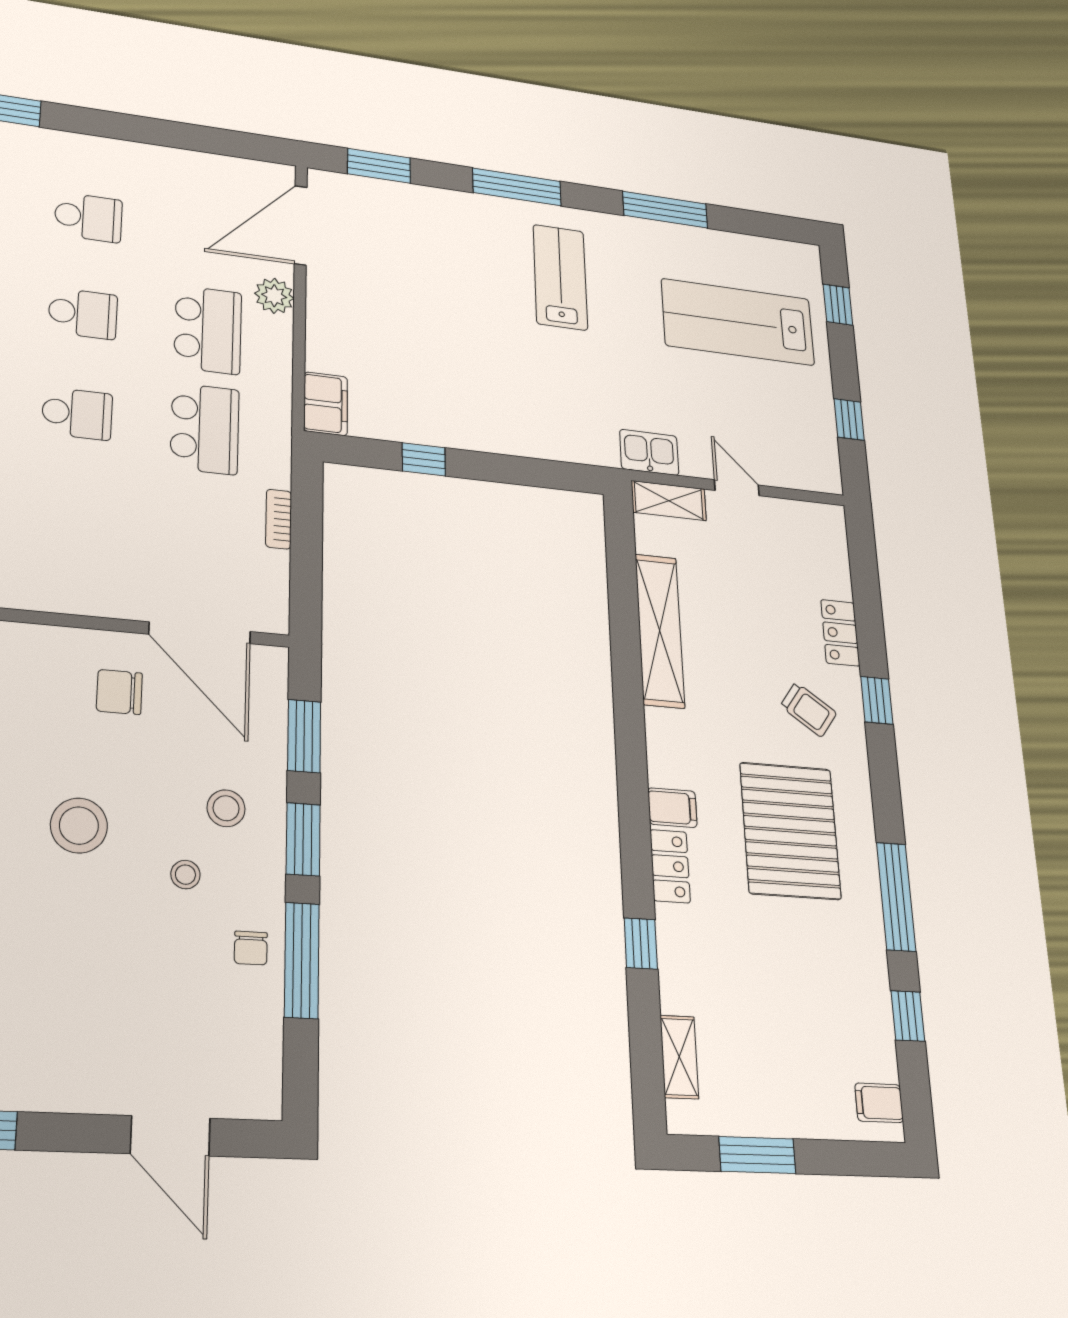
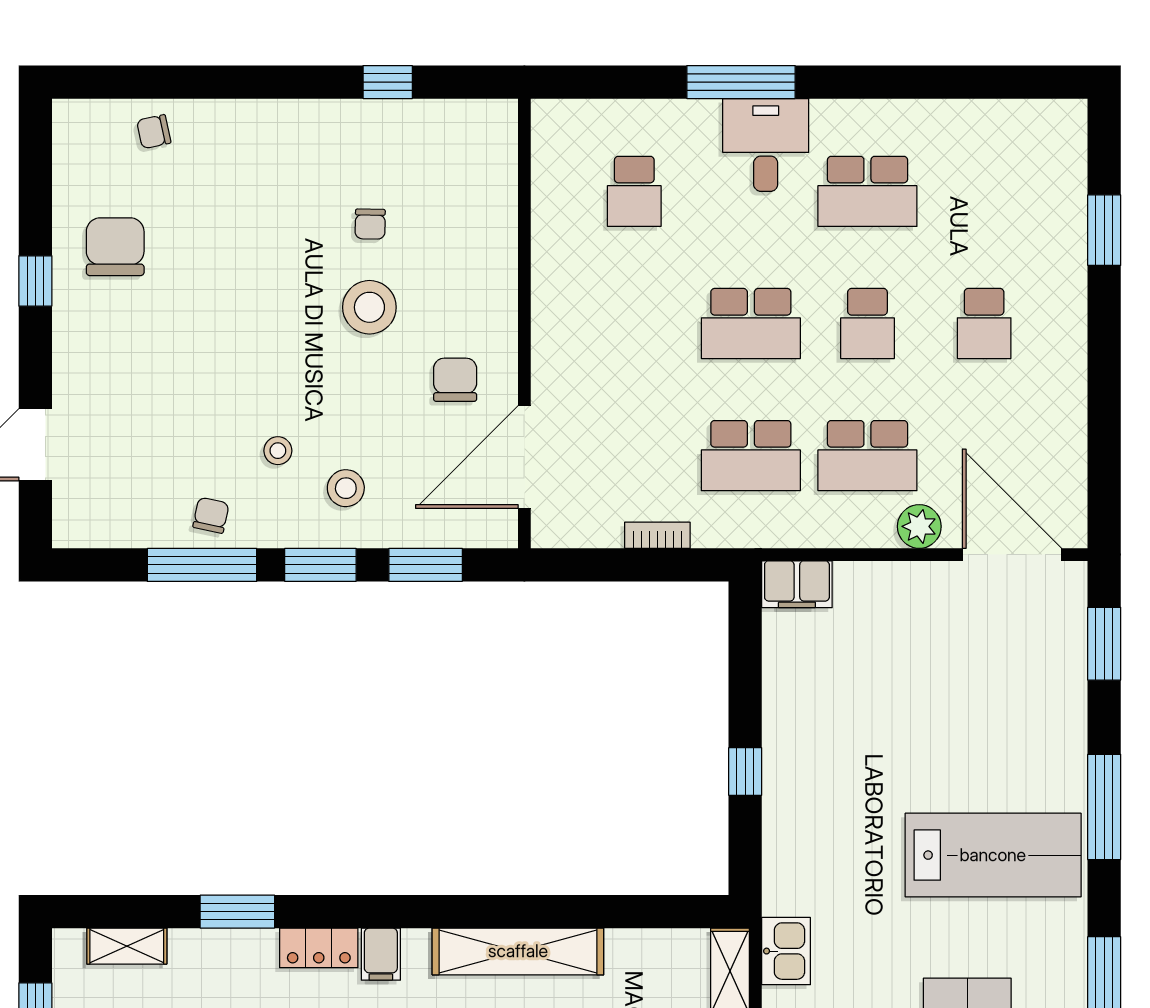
lab bench: (560, 277) -> (993, 855), width x1.36, depth x1.39
school desk: (77, 414) -> (751, 323), width x1.85
window: (424, 459) -> (745, 772), moved
shelving: (660, 630) -> (518, 951), moved
stool: (79, 826) -> (369, 307), moved
window: (641, 943) -> (237, 912), width x1.50
chair: (251, 948) -> (211, 515), turned 102

